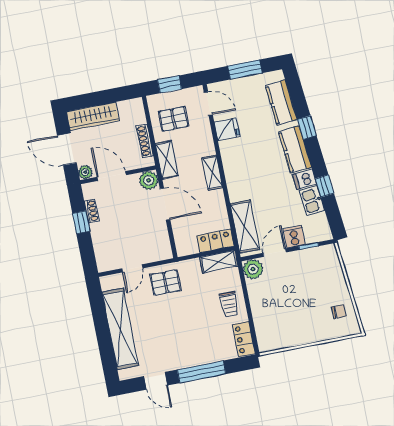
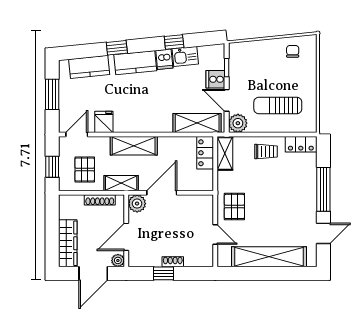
shelving: (212, 173) -> (134, 146), width x1.50, depth x1.33
shoe rack: (92, 211) -> (173, 262), moved
sun lounger: (280, 307) -> (278, 105), added

